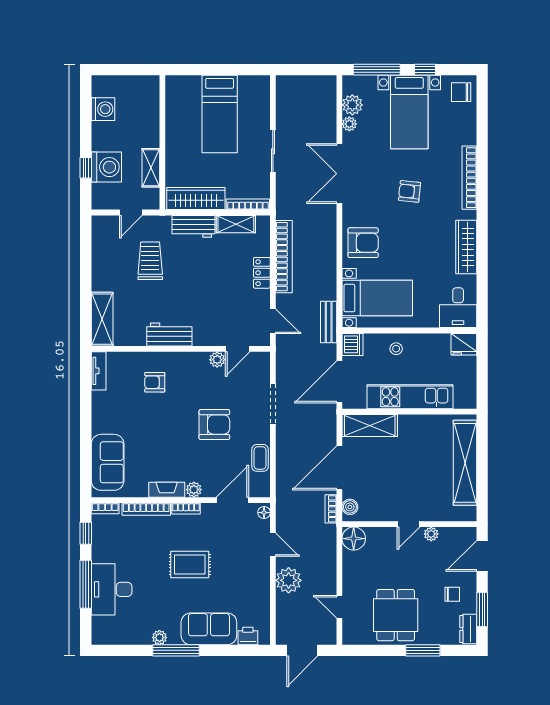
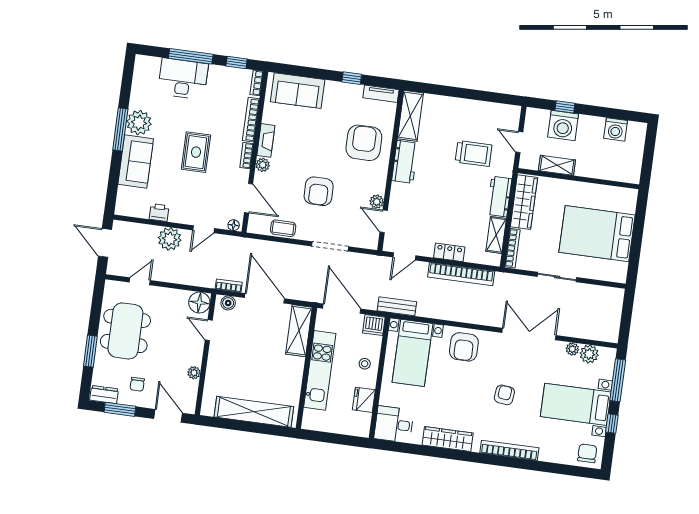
bed: (220, 114) -> (597, 234), width x1.50
shelving: (102, 319) -> (410, 116), moved, turned 90
fridge: (464, 344) -> (364, 400), moved
armchair: (155, 382) -> (364, 143), width x1.88, depth x1.88
window: (86, 405) -> (352, 78), added
door: (408, 524) -> (209, 330), moved
dining table: (396, 615) -> (125, 331), width x1.38
printer: (248, 636) -> (159, 213), moved, turned -90
plant: (159, 637) -> (139, 123), width x1.88, depth x1.88

